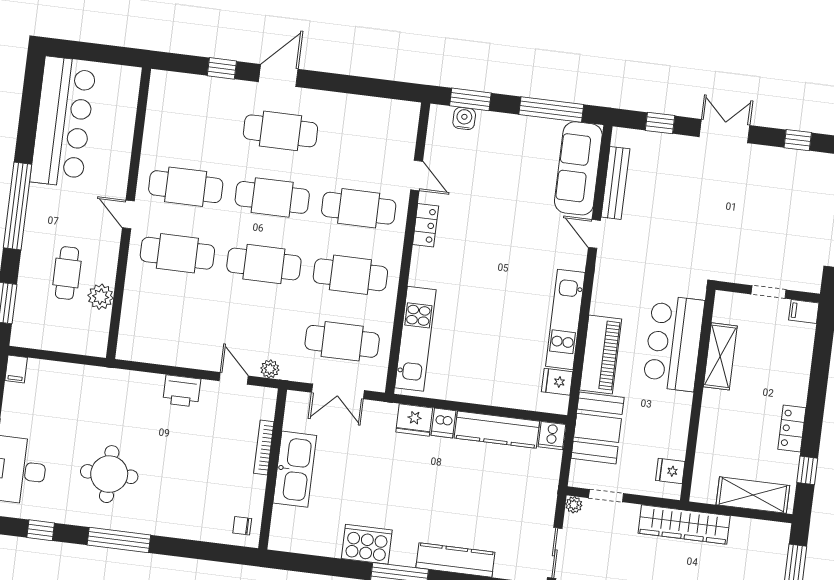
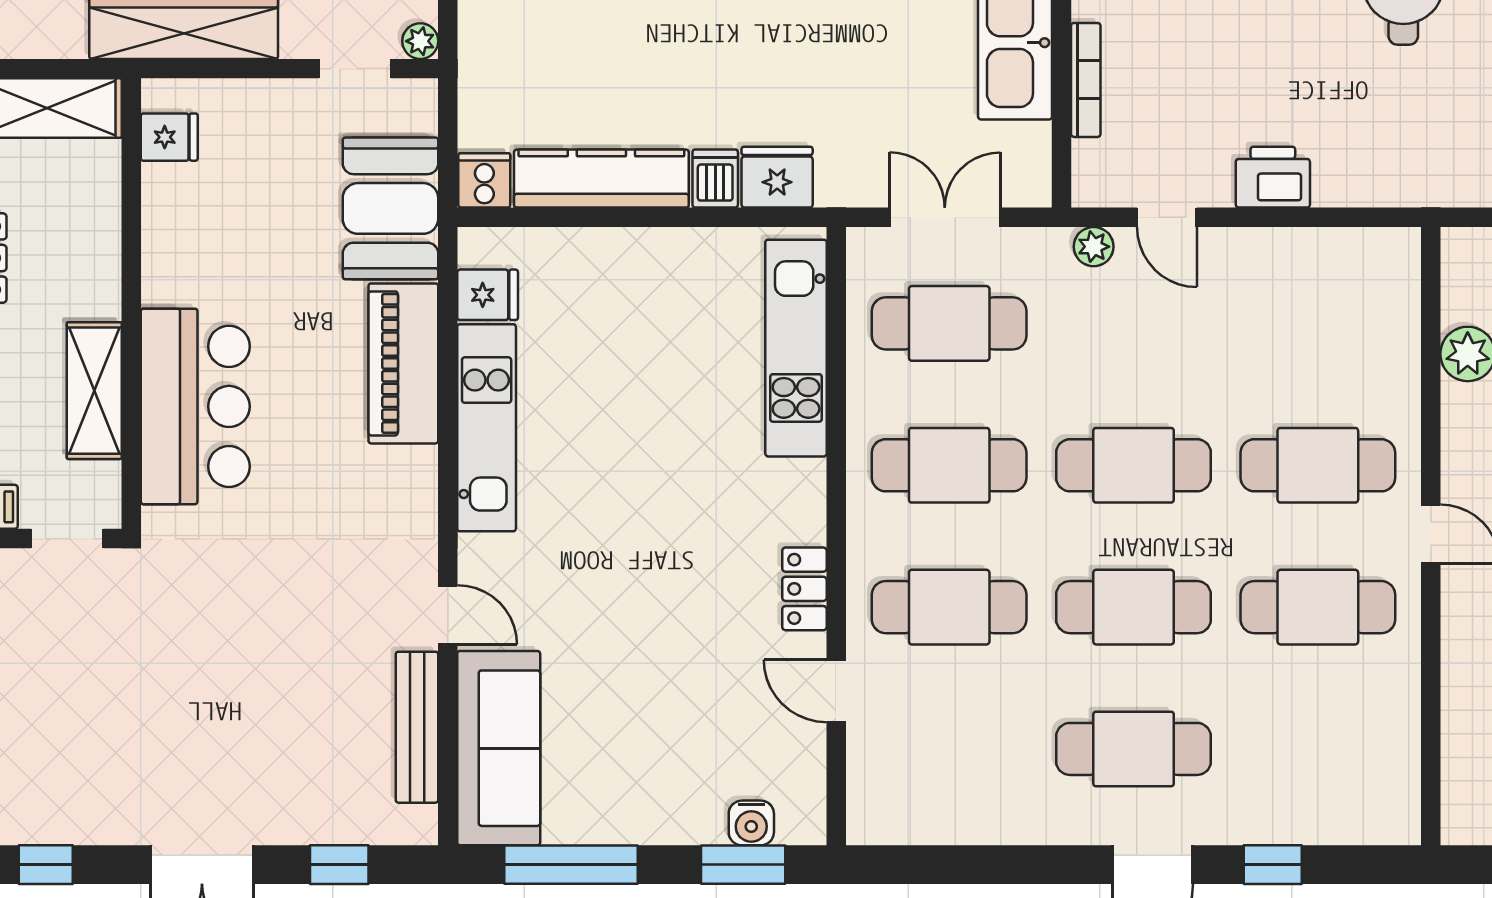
bar counter: (674, 343) -> (195, 406), moved
shelving: (720, 356) -> (94, 391), moved
wall: (698, 395) -> (131, 304), moved
fridge: (670, 471) -> (169, 137), moved

